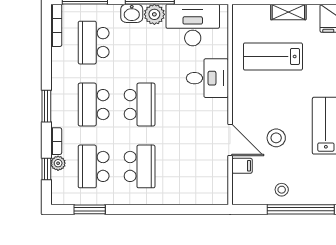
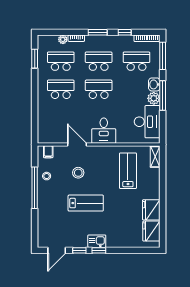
shelving: (288, 12) -> (155, 157), moved
desk: (207, 78) -> (104, 131), moved
school desk: (140, 105) -> (99, 89), turned 180
door: (230, 140) -> (77, 145), swing flipped
school desk: (140, 166) -> (61, 89), turned 180
filing cabinet: (242, 166) -> (48, 152), moved
window: (46, 169) -> (125, 32), moved

